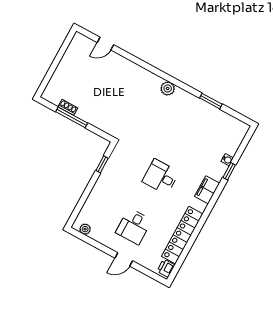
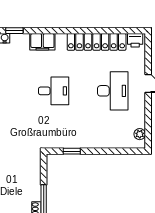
desk: (161, 177) -> (54, 91), turned -90
desk: (134, 226) -> (113, 91), width x1.37

